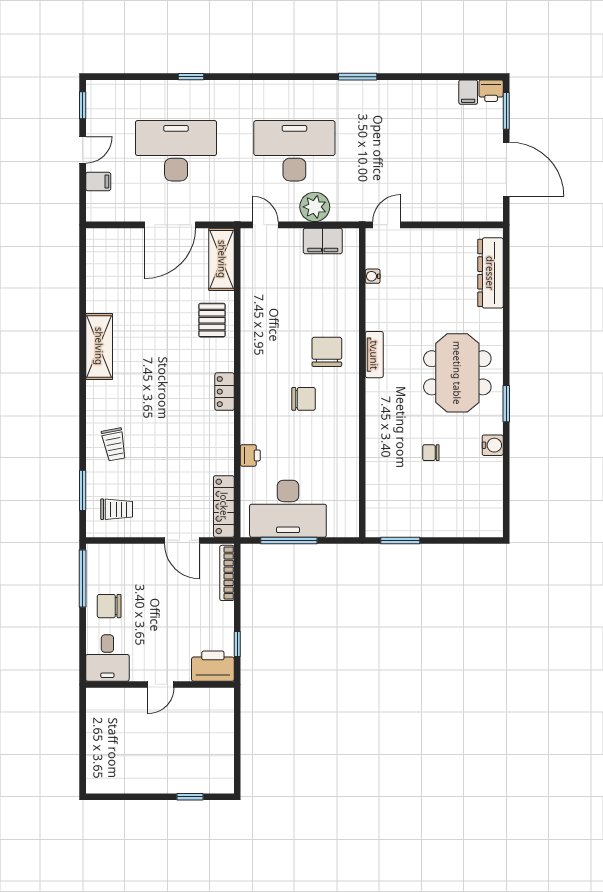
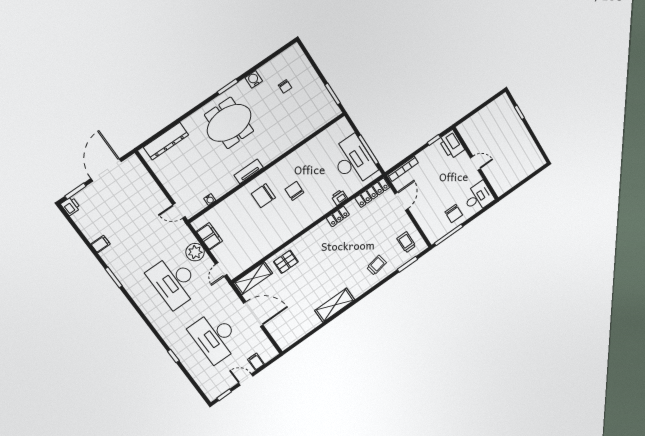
filing cabinet: (468, 92) -> (100, 244), moved
locker: (225, 392) -> (338, 216), moved
chair: (431, 453) -> (285, 86), moved

